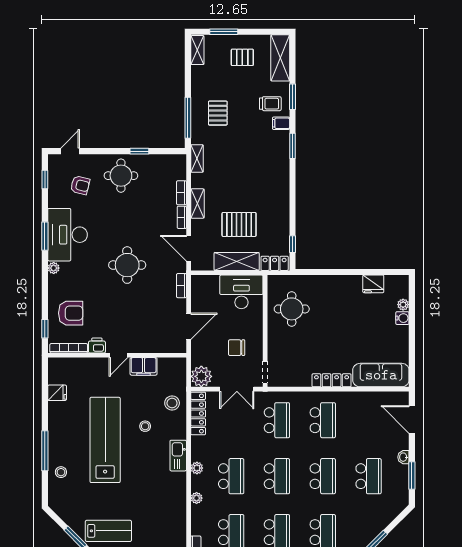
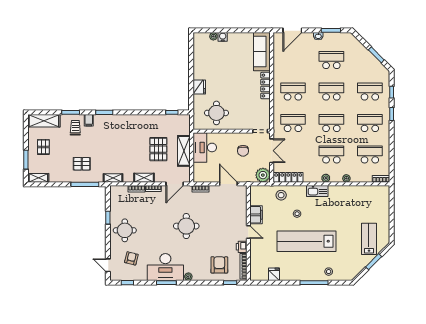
locker: (275, 263) -> (185, 125), removed
fridge: (373, 284) -> (199, 87), moved

